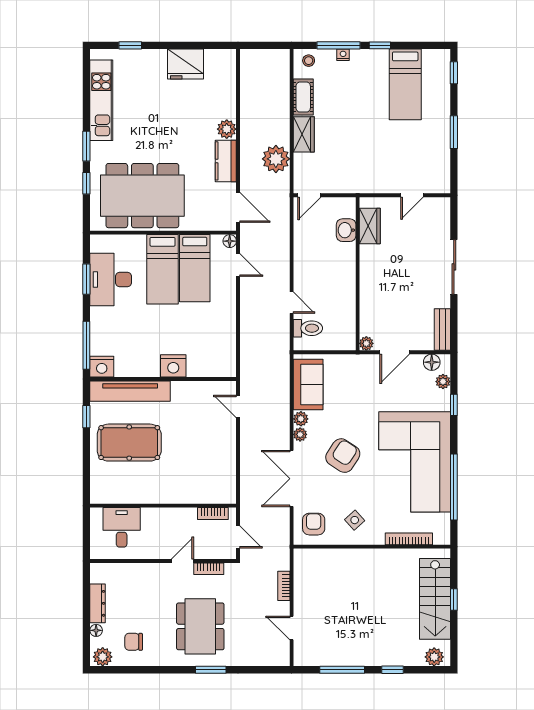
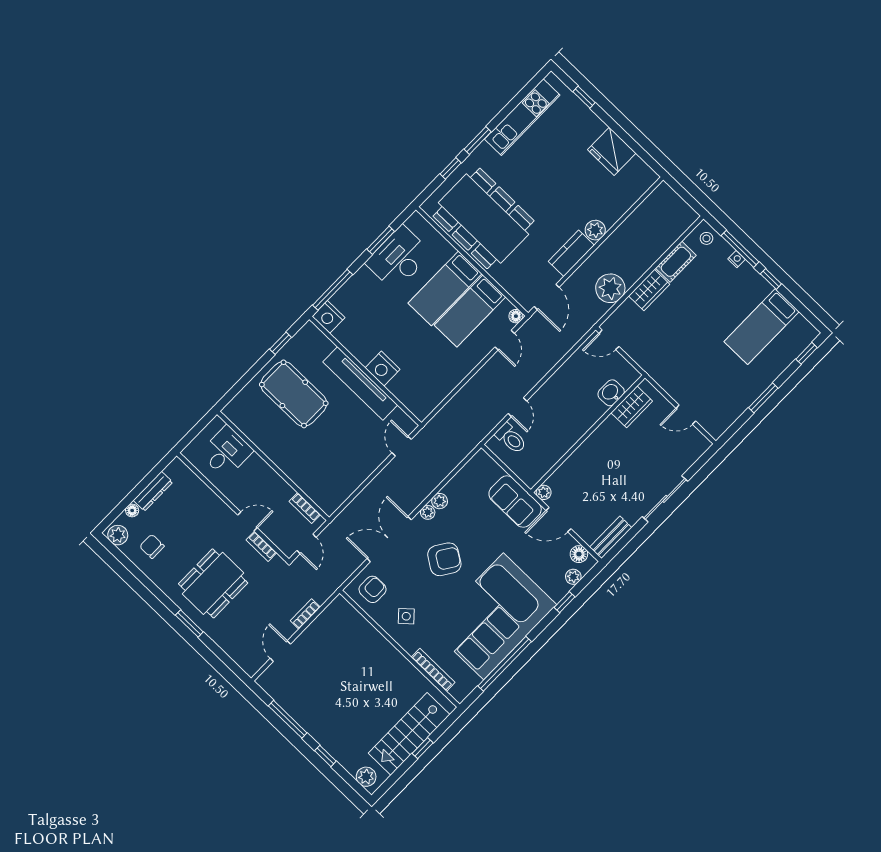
sofa: (308, 384) -> (515, 501), moved, turned 90
tv unit: (130, 391) -> (360, 383), moved

